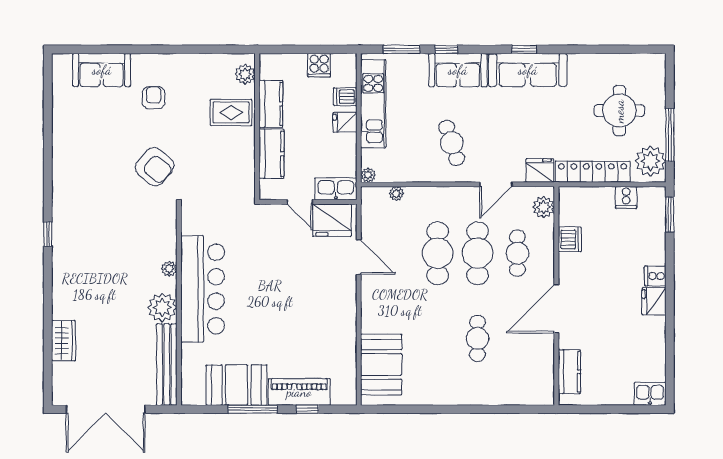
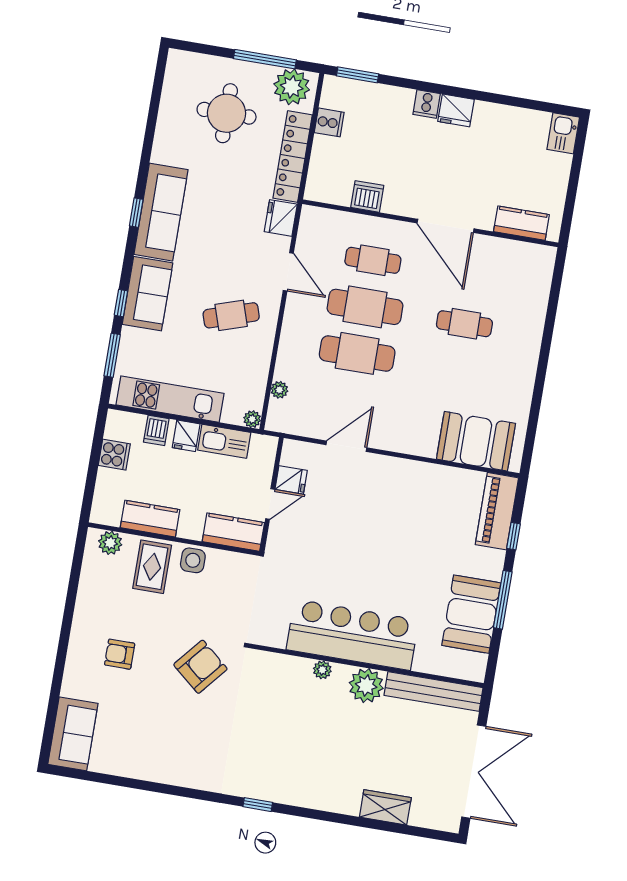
sofa: (102, 70) -> (73, 734), moved
side table: (242, 145) -> (193, 560), added
kitchen counter: (271, 154) -> (233, 532), moved
kitchen sink: (336, 189) -> (224, 441), moved, turned -90
plant: (544, 207) -> (324, 221), removed
fridge: (332, 220) -> (291, 480), width x0.53, depth x0.75
piano: (299, 392) -> (497, 511), moved

